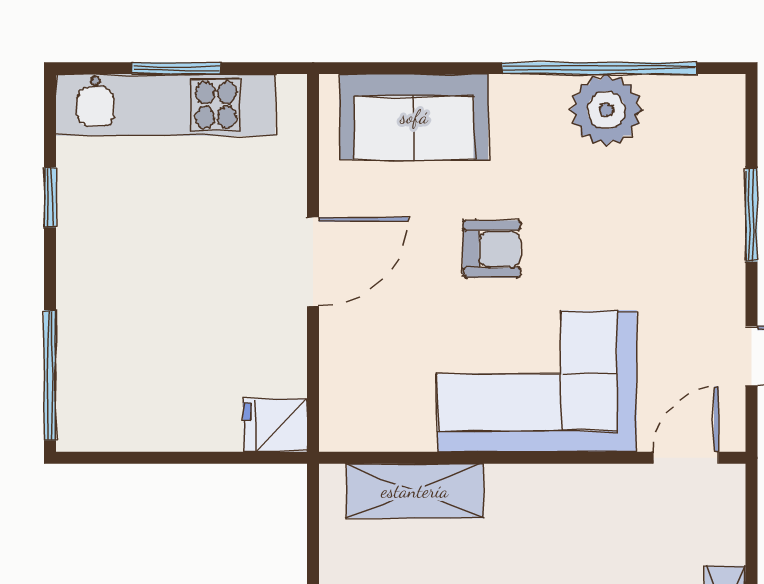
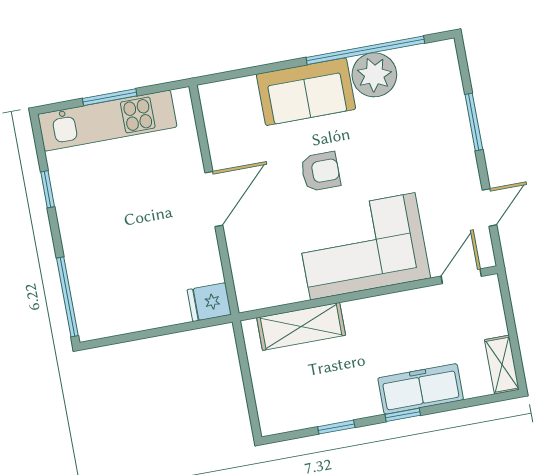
sofa: (414, 117) -> (306, 92), moved

